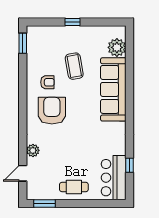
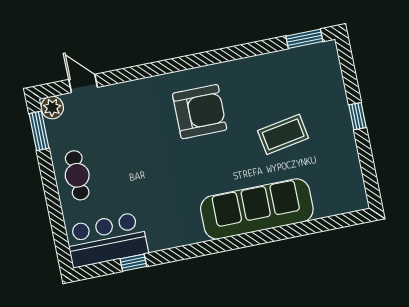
plant: (117, 47) -> (329, 201), removed
armchair: (47, 82) -> (246, 94), removed
plant: (33, 150) -> (52, 107), moved

